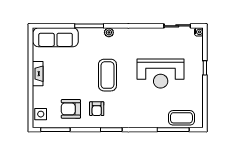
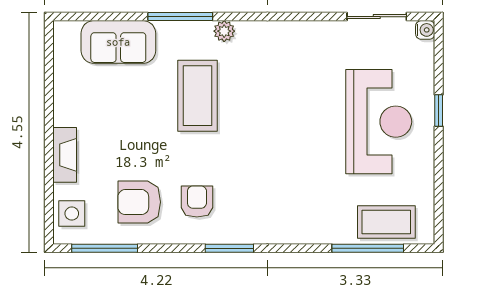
sofa: (56, 37) -> (118, 42), width x0.73
fireplace: (38, 74) -> (65, 155), moved
reception desk: (161, 74) -> (379, 122), moved, turned -90
coffee table: (107, 75) -> (198, 96), moved
armchair: (97, 109) -> (197, 201), turned 180

